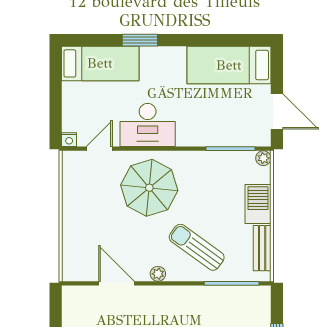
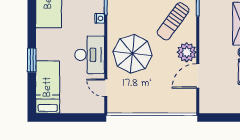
nightstand: (69, 140) -> (100, 18), moved
plant: (158, 274) -> (187, 52), width x1.88, depth x1.88

